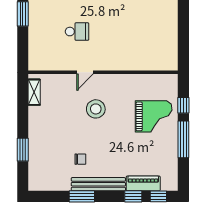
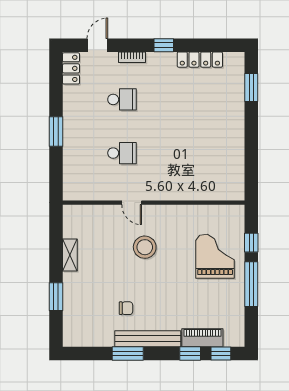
door: (85, 72) -> (132, 203), hinge flipped
shelving: (34, 92) -> (70, 255), moved
grand piano: (154, 116) -> (215, 256), turned -90

